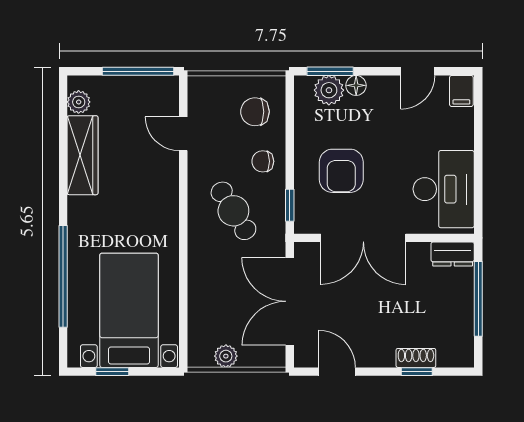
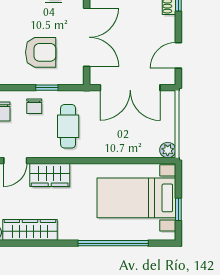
wardrobe: (162, 184) -> (50, 175), added
window: (290, 205) -> (47, 88), moved
cafe table: (233, 211) -> (68, 126), turned -58
plant: (226, 356) -> (168, 150), moved

